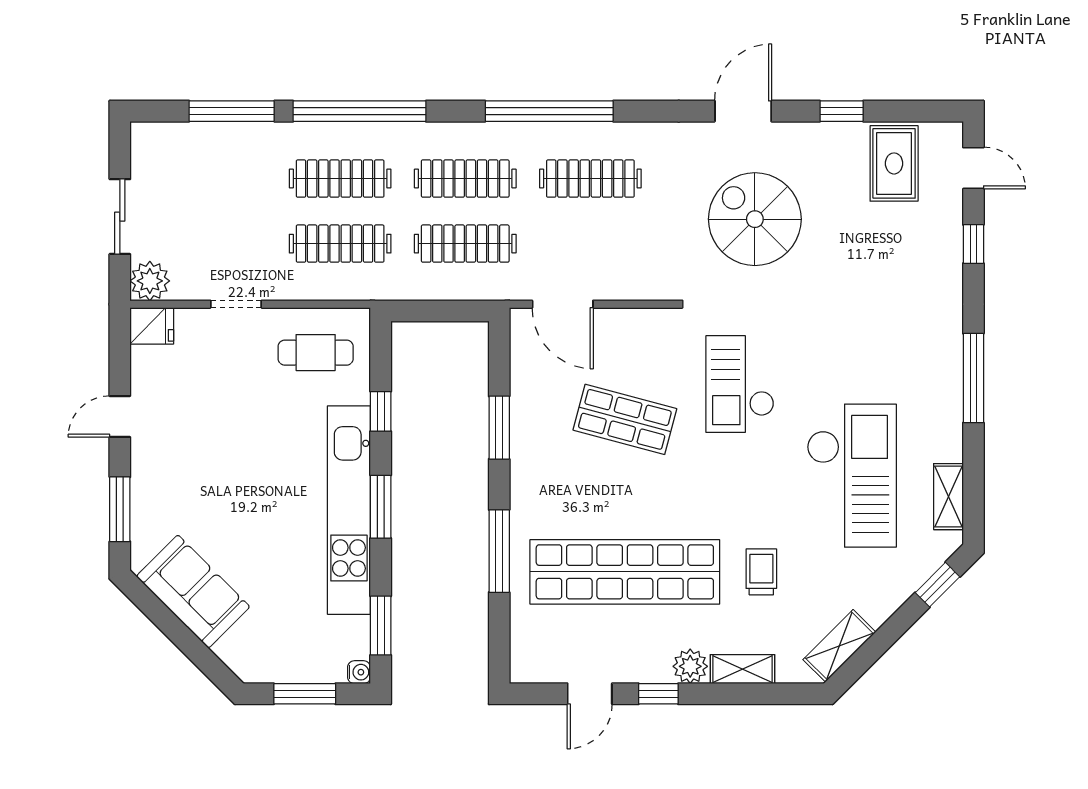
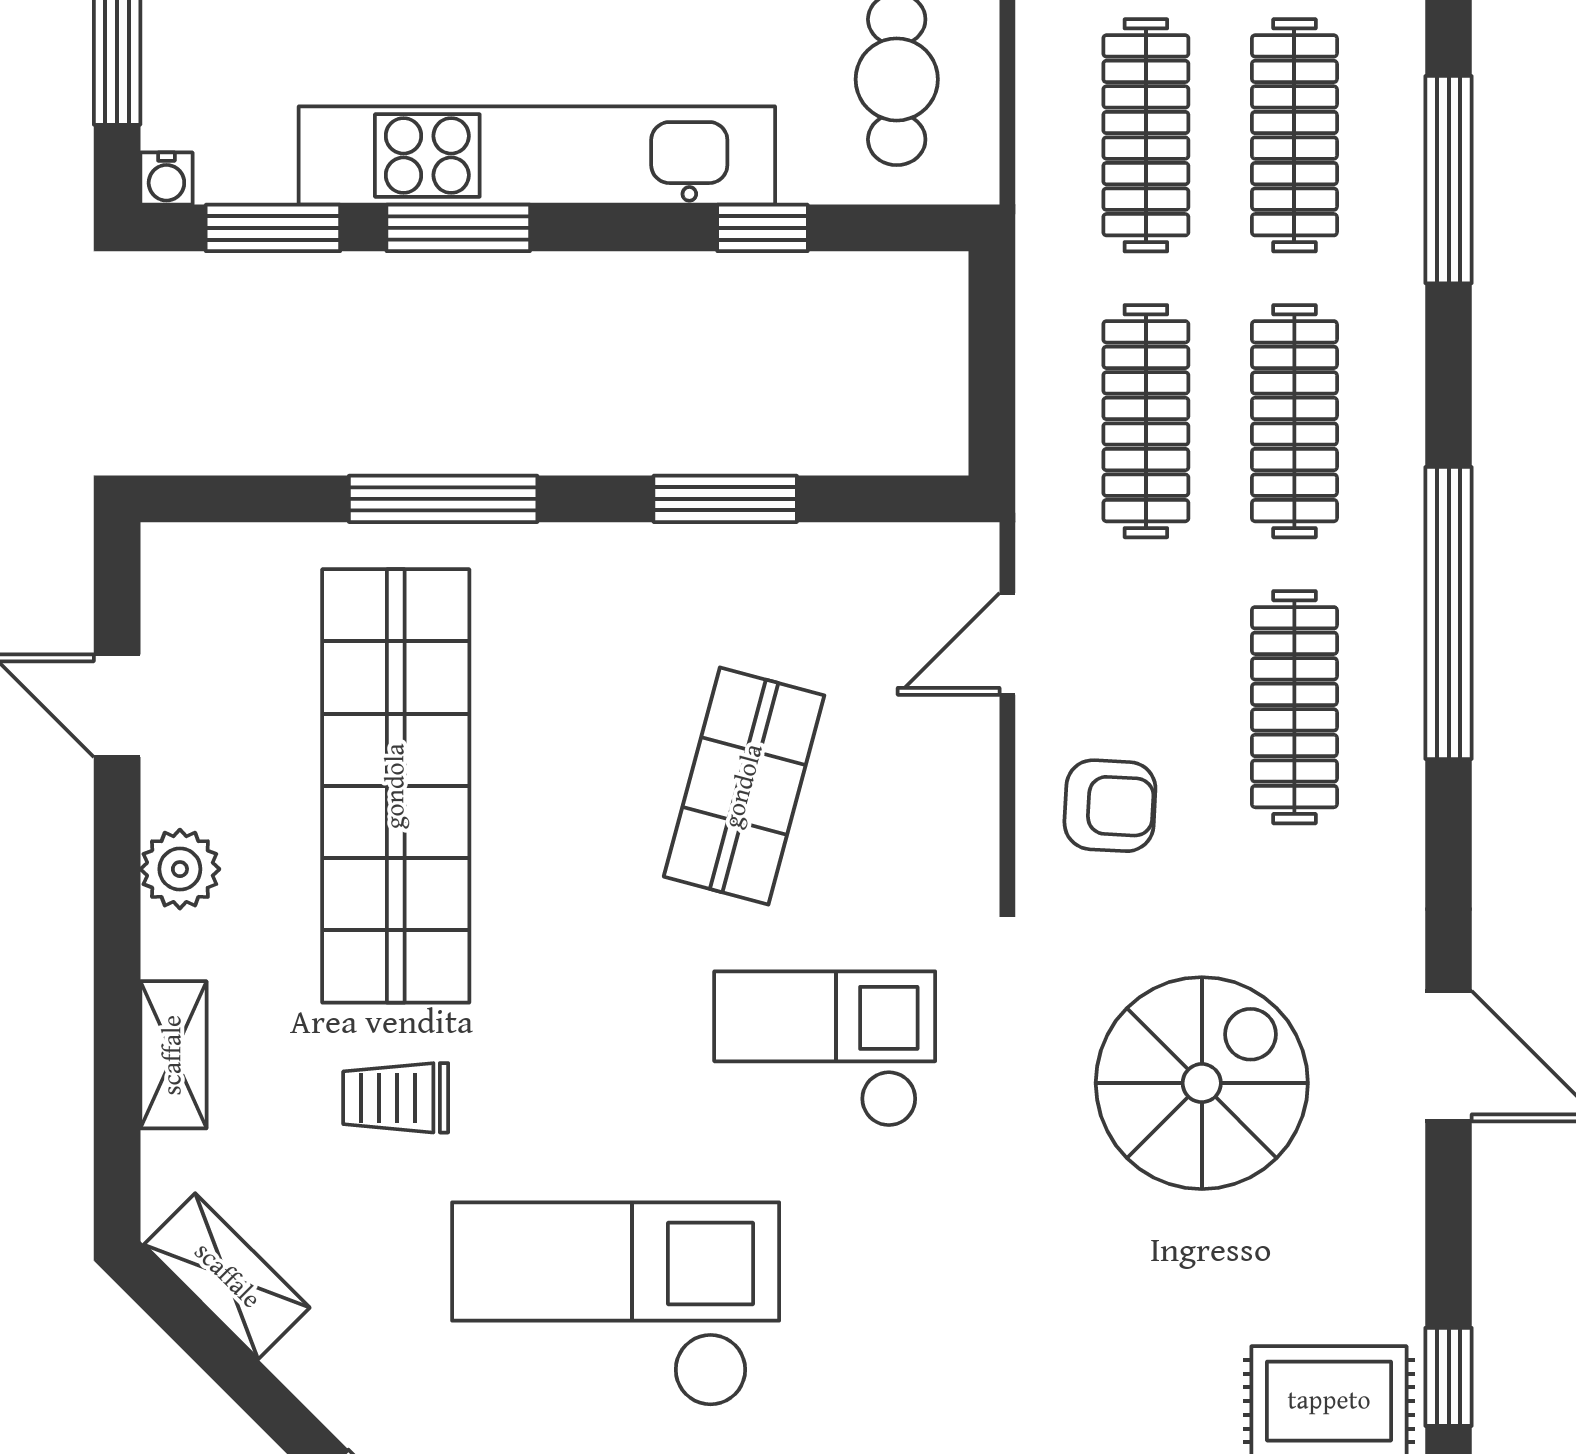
window: (360, 111) -> (1449, 180), width x0.68
window: (842, 111) -> (1449, 1377), moved
armchair: (633, 259) -> (1110, 806), added
door: (563, 304) -> (1007, 644), width x0.73
checkout: (852, 476) -> (616, 1304), turned 180
window: (381, 507) -> (458, 228), moved
trolley: (761, 572) -> (396, 1098), turned 180
plant: (690, 666) -> (180, 869), moved
window: (658, 694) -> (117, 863), removed

